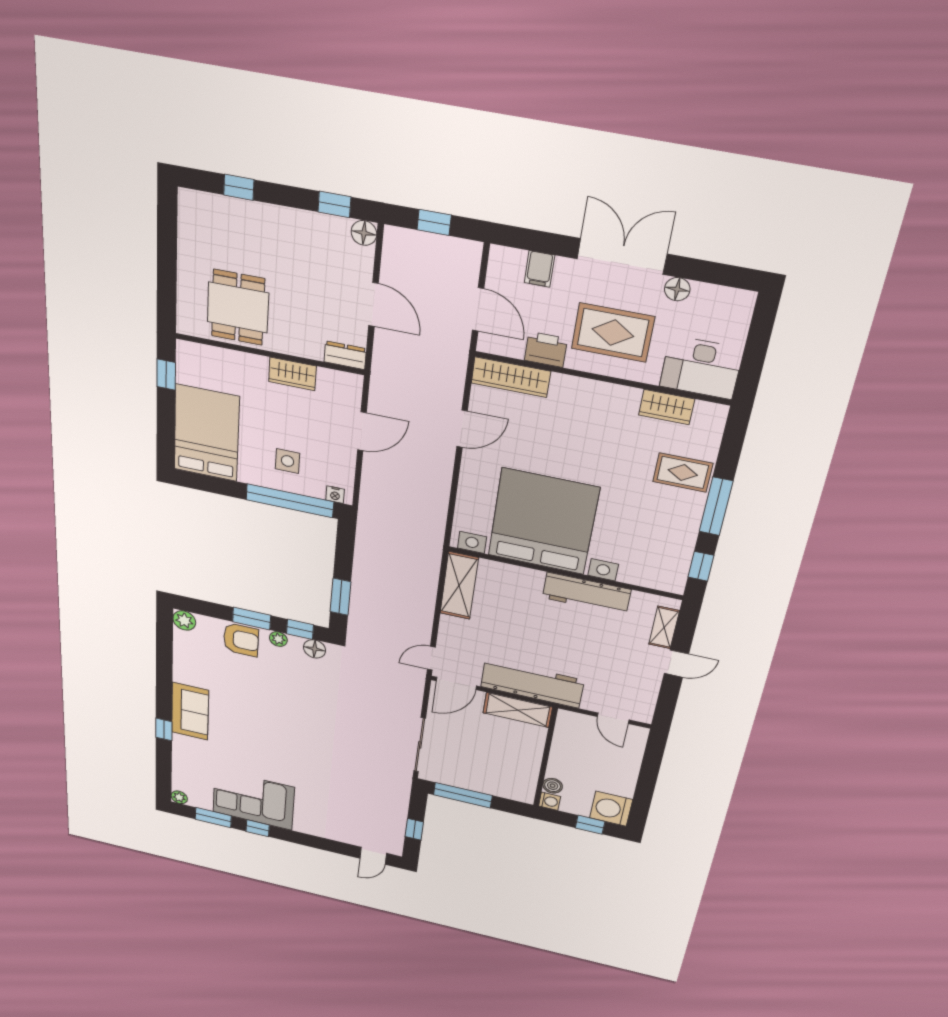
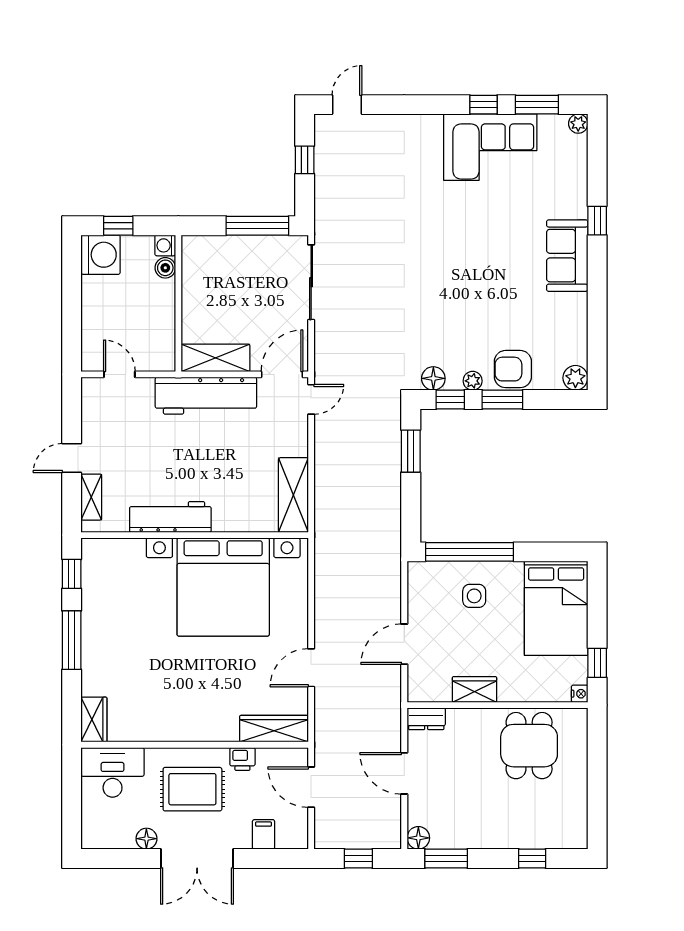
window: (334, 205) -> (446, 858), width x1.50
printer: (546, 349) -> (242, 759), width x0.73, depth x0.81
wardrobe: (667, 407) -> (94, 720), moved, turned 90
rug: (683, 472) -> (108, 668), removed
nightstand: (335, 495) -> (580, 694), moved, turned 90

